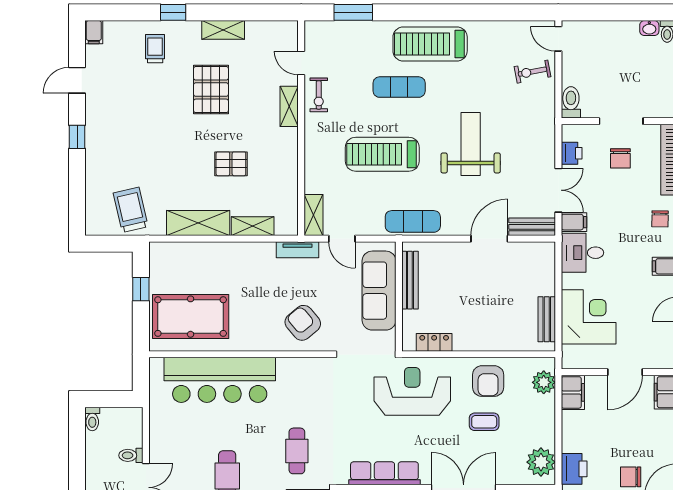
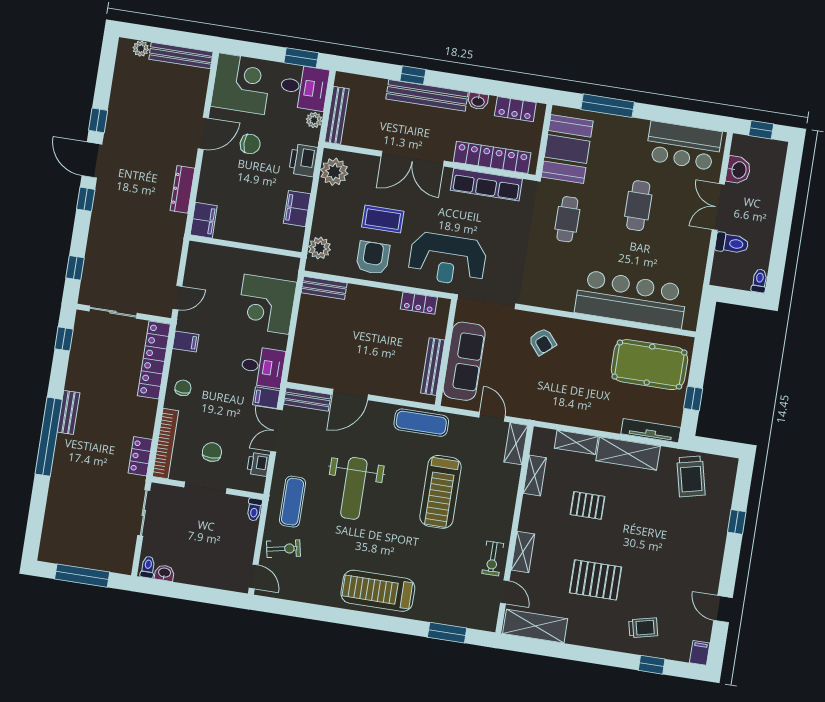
window: (173, 12) -> (652, 665), moved
shelving: (223, 30) -> (535, 626), moved, width x1.50, depth x1.33
treadmill: (430, 44) -> (378, 591), turned 180
trolley: (155, 49) -> (643, 628), turned -103
door: (77, 80) -> (723, 609), swing flipped
exercise mat: (399, 87) -> (292, 502), moved, turned 90
pallet: (211, 90) -> (596, 580), turned 90
exercise bike: (319, 95) -> (493, 558), turned 180
toilet: (571, 102) -> (254, 510), width x0.73, depth x0.72
window: (77, 137) -> (737, 522), moved
treadmill: (382, 154) -> (441, 492), turned 90
shelving: (289, 186) -> (535, 475), added
tv unit: (298, 250) -> (651, 431), moved, width x1.41
bench: (547, 319) -> (324, 288), moved, turned 90
armchair: (303, 323) -> (542, 342), width x0.72, depth x0.72
door: (625, 372) -> (240, 246), removed
filing cabinet: (573, 392) -> (297, 209), moved
coffee table: (484, 422) -> (383, 219), width x1.36, depth x1.30
toilet: (131, 455) -> (732, 243), width x1.37, depth x1.39

